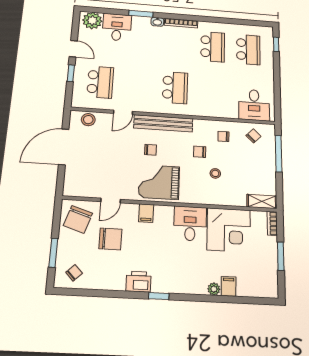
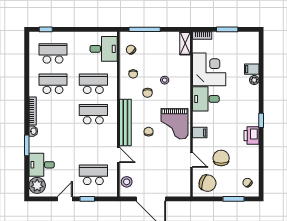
school desk: (212, 90) -> (93, 84), added

